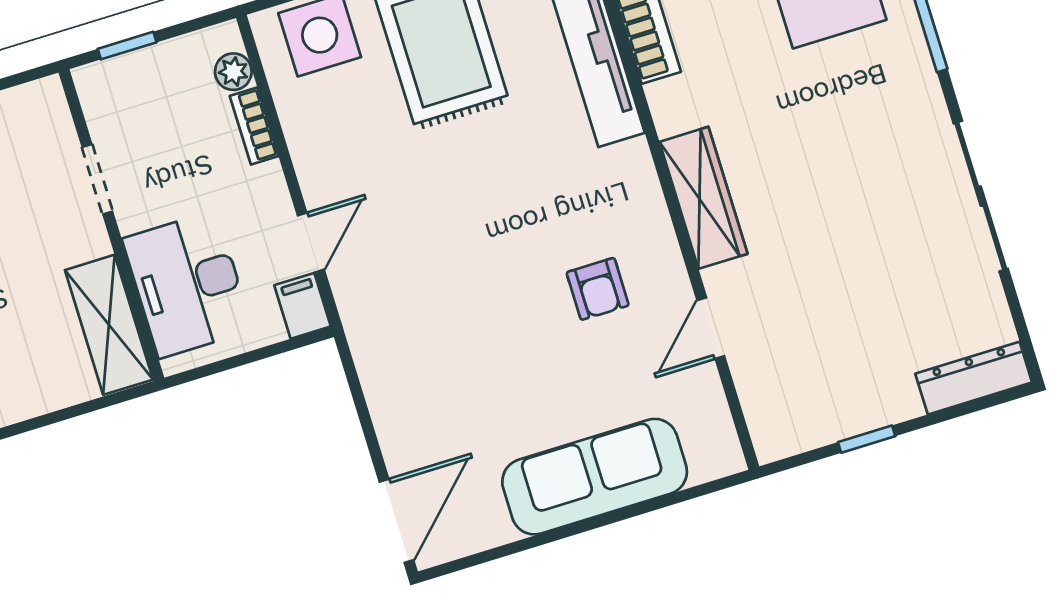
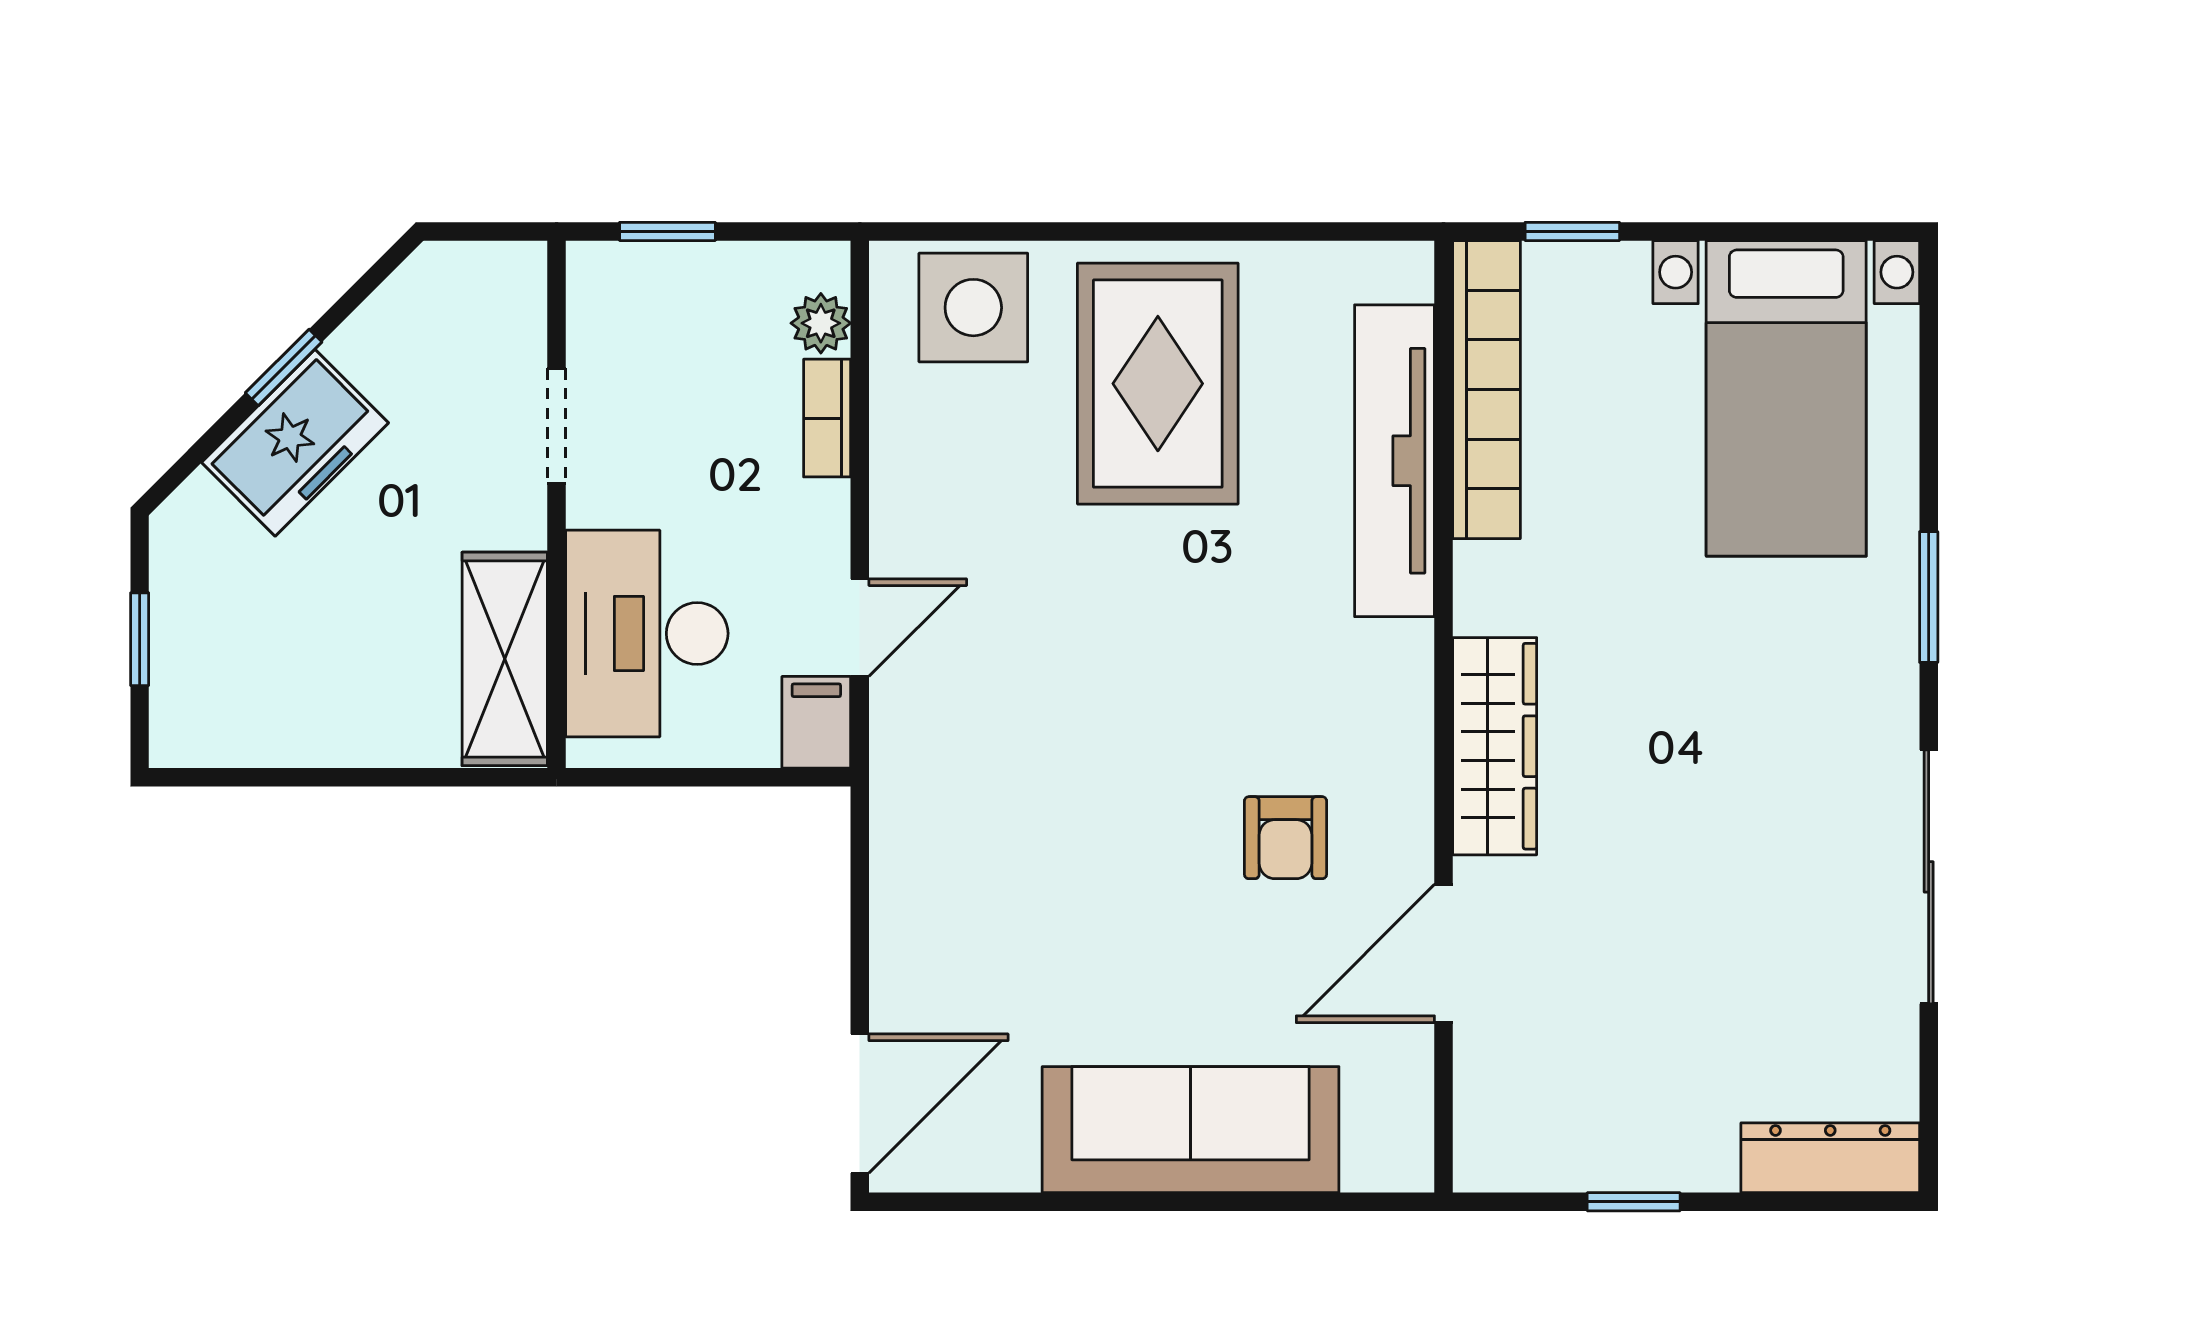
door: (711, 328) -> (1444, 954), width x1.38

